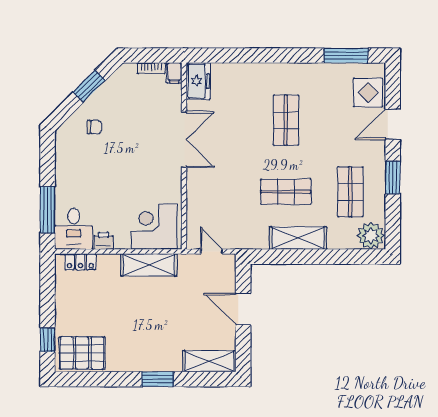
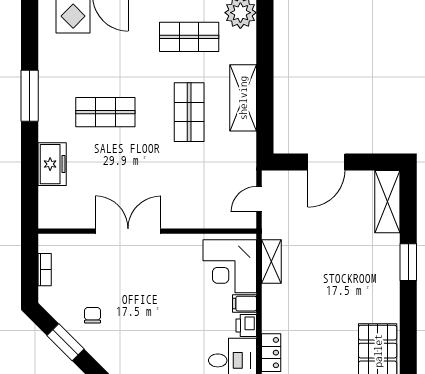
window: (346, 55) -> (30, 96), moved
filing cabinet: (174, 73) -> (245, 304), moved, turned 180
freezer: (198, 81) -> (52, 164), moved, turned 90
chair: (94, 127) -> (92, 315), moved
shelving: (149, 265) -> (271, 262), width x0.67, depth x0.75

